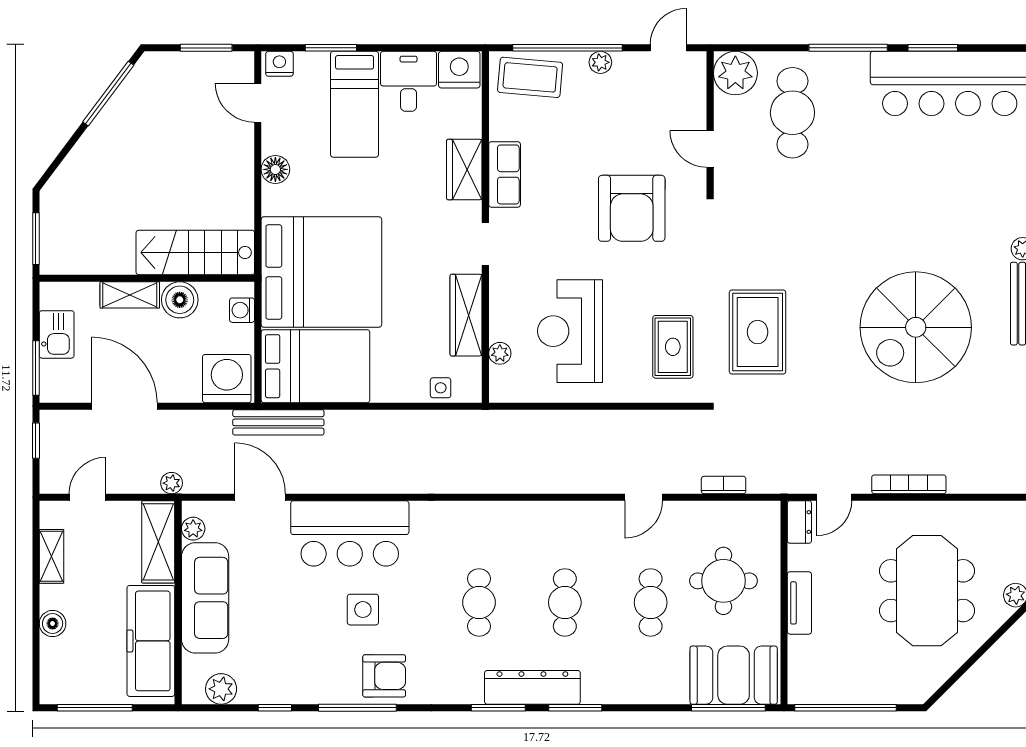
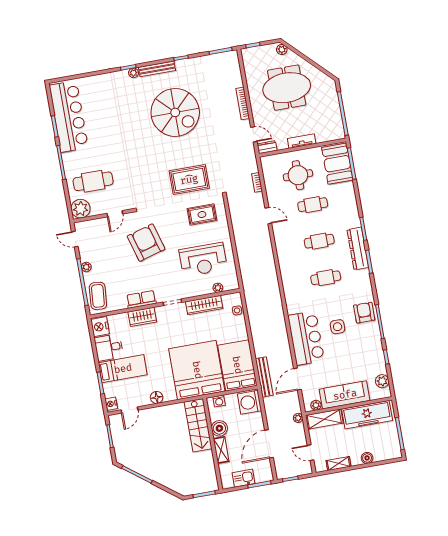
armchair: (632, 208) -> (146, 243), turned -106

